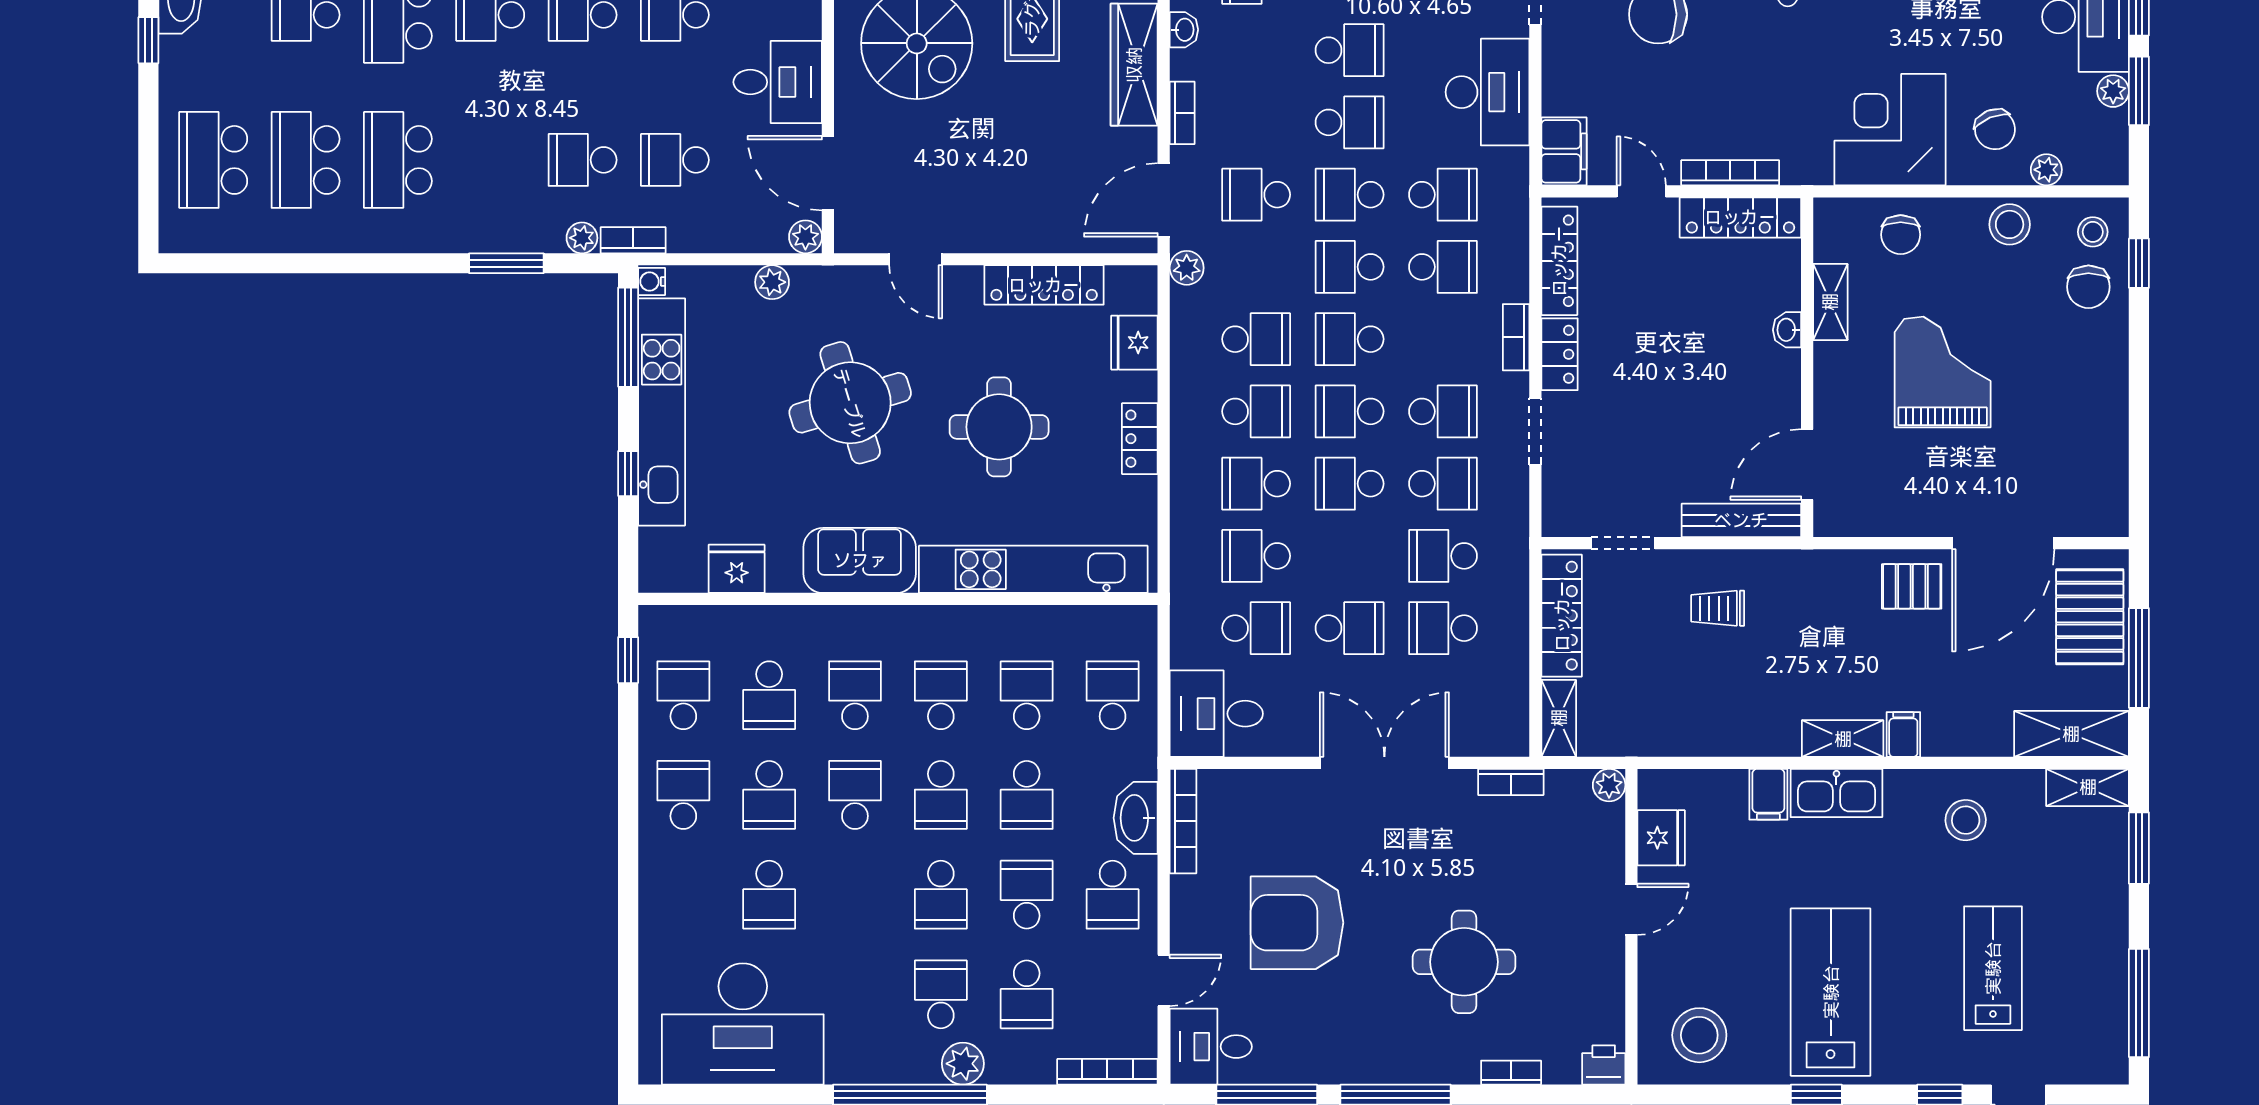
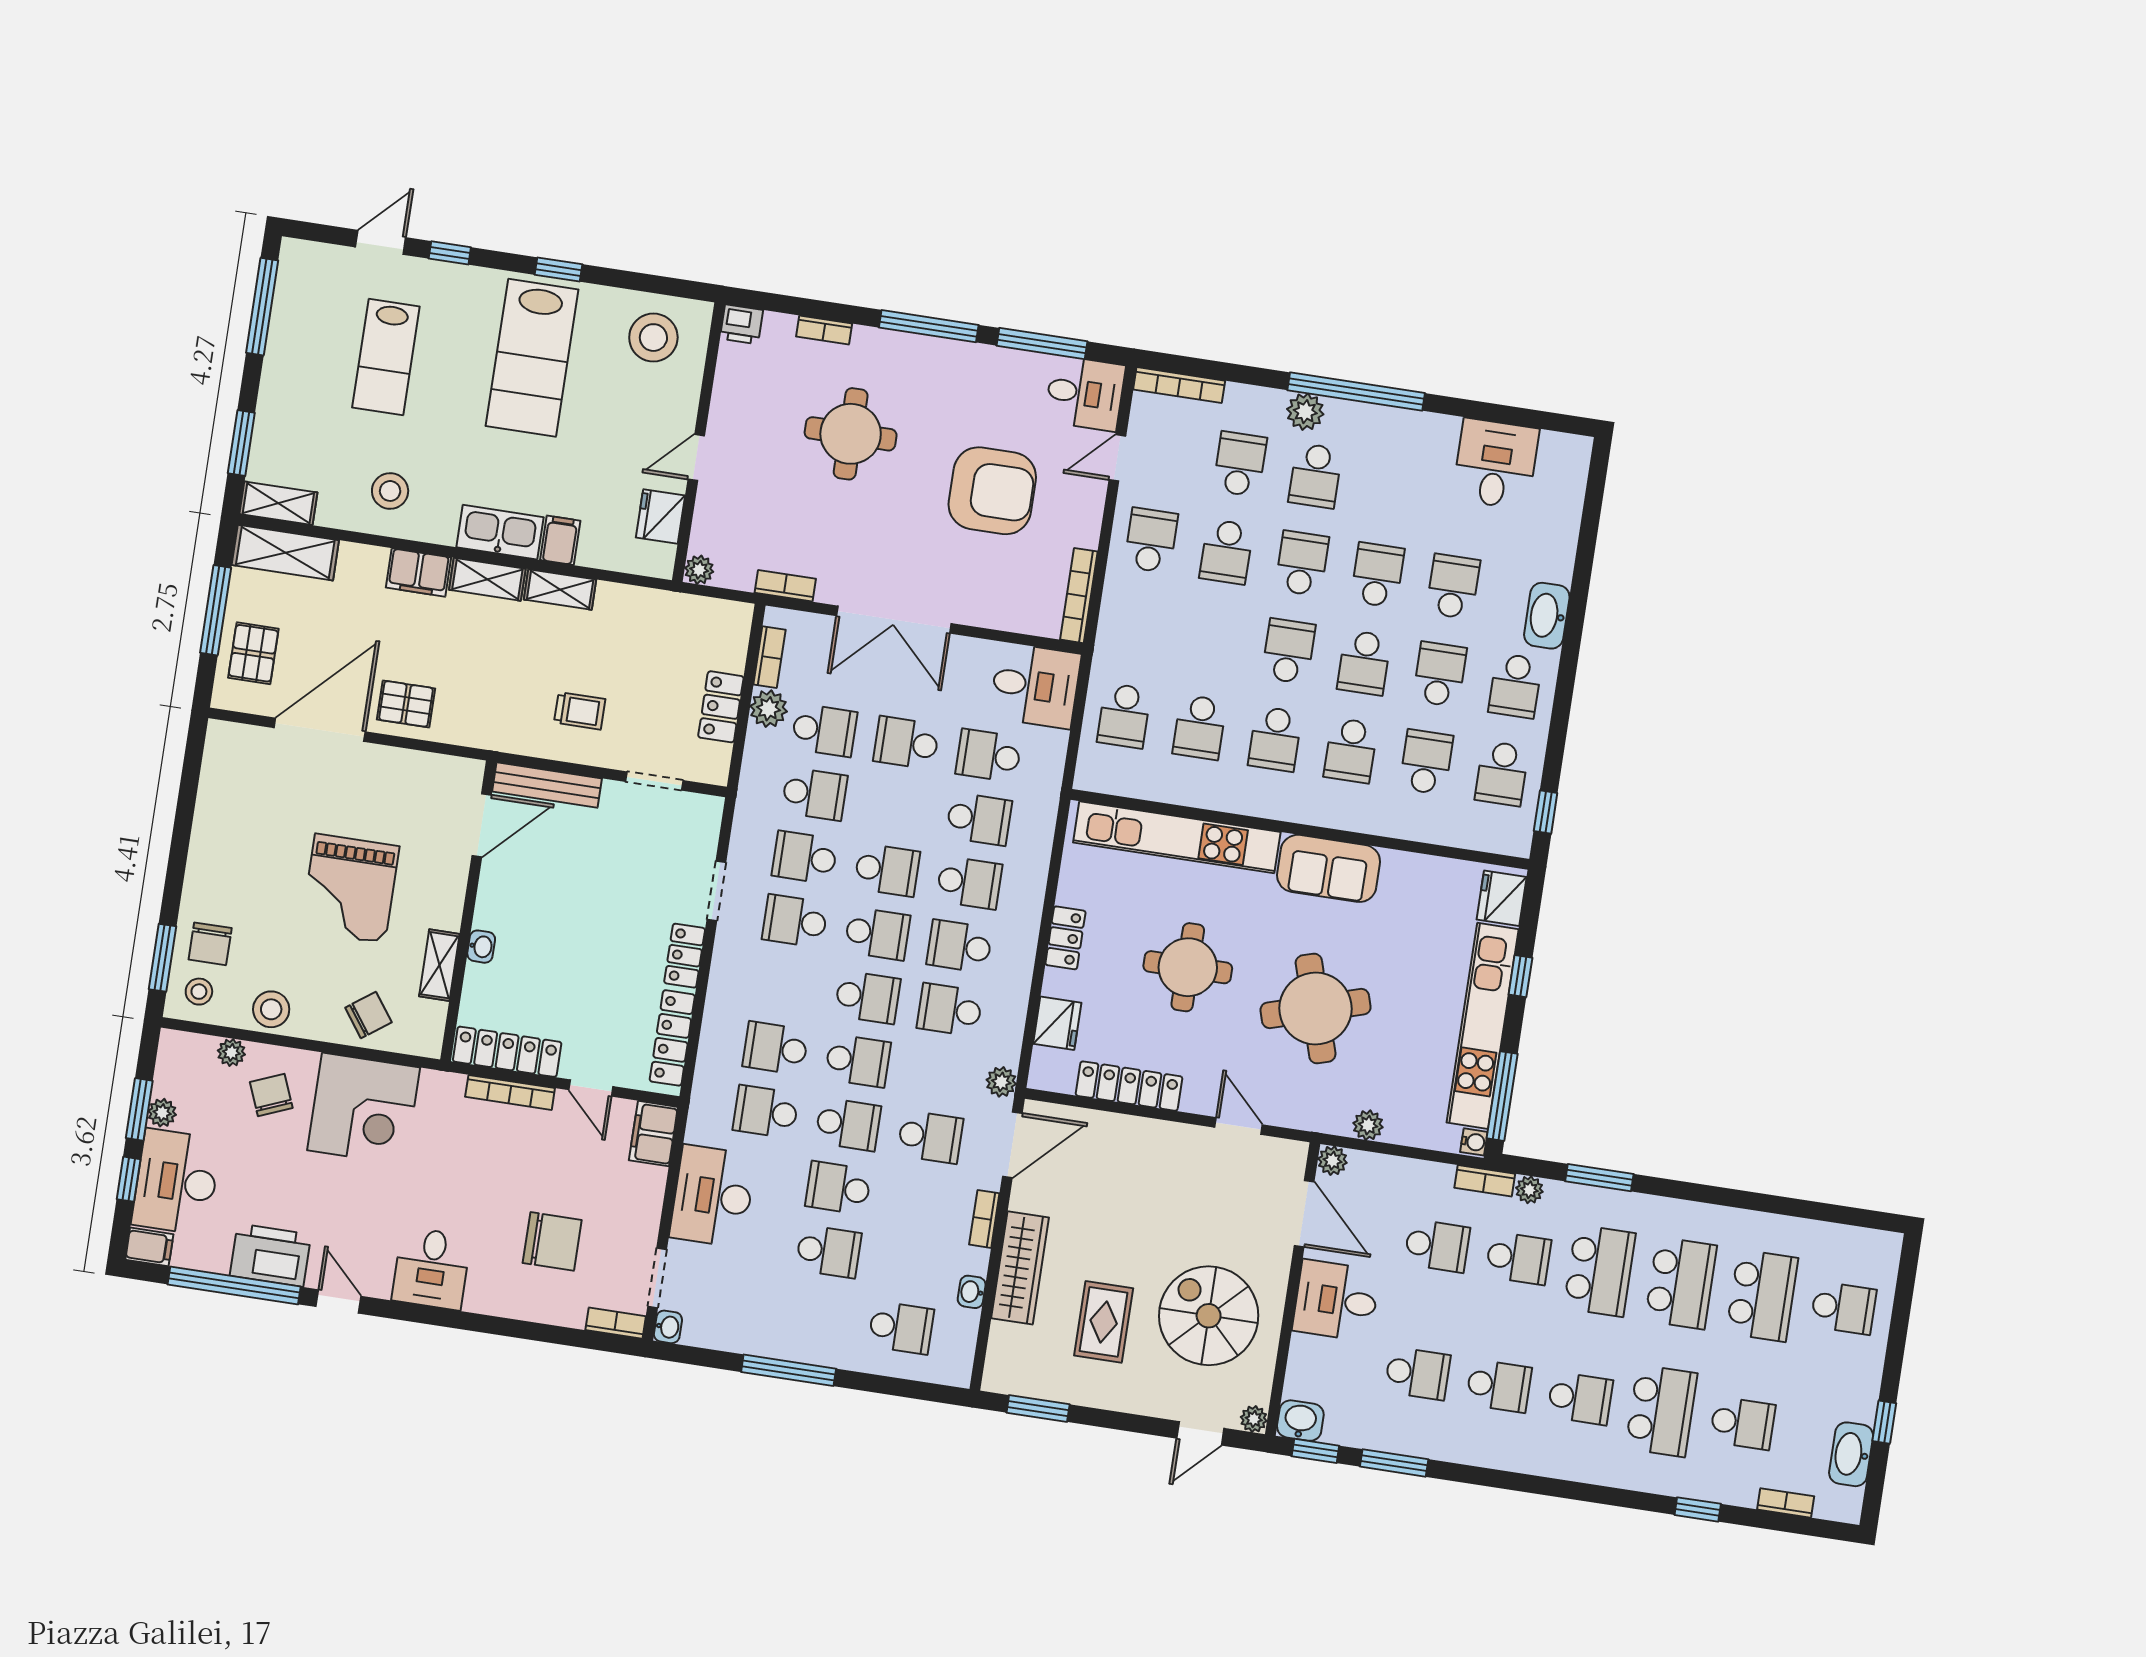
school desk: (1350, 50) -> (829, 1251), turned 180
school desk: (213, 160) -> (1843, 1308), width x0.54
school desk: (490, 160) -> (1600, 1271), added
chair: (1901, 235) -> (368, 1015), turned 54
window: (2139, 263) -> (163, 958), width x1.50
chair: (2088, 287) -> (210, 944), turned 180
bookcase: (1516, 337) -> (769, 657), moved
fridge: (737, 569) -> (1502, 898), moved, turned 90
locker: (1562, 616) -> (721, 707), width x0.66
pallet: (2090, 617) -> (253, 653), width x0.67, depth x0.71
plant: (1508, 643) -> (769, 709), added
shelving: (1559, 718) -> (560, 590), moved, turned 90
filing cabinet: (1903, 734) -> (419, 572), width x2.00
school desk: (1027, 795) -> (1378, 575), moved
washbasin: (1136, 818) -> (1547, 616), moved, turned 180
desk: (743, 1024) -> (1496, 464), width x0.53, depth x0.77

